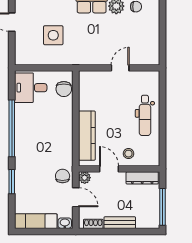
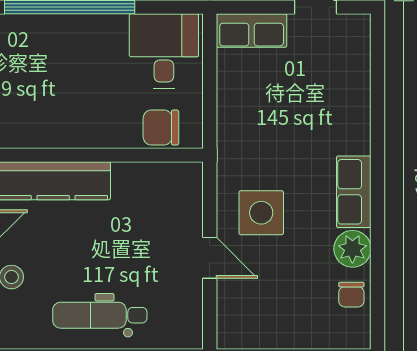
side table: (53, 35) -> (261, 213), moved
row of seats: (22, 50) -> (252, 31), added

